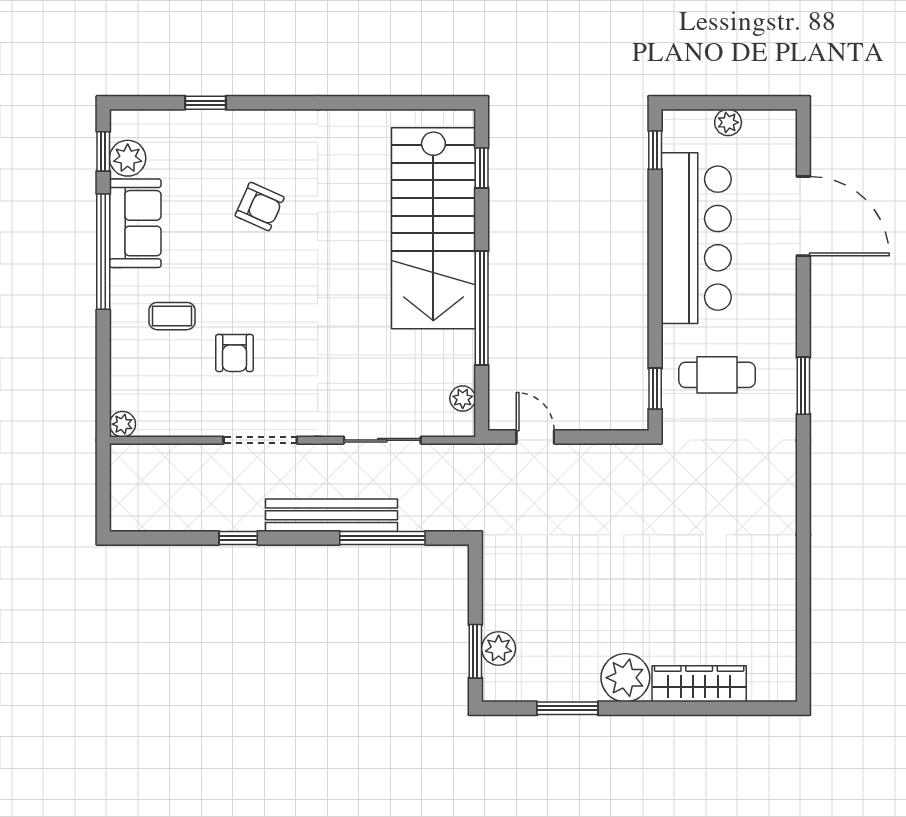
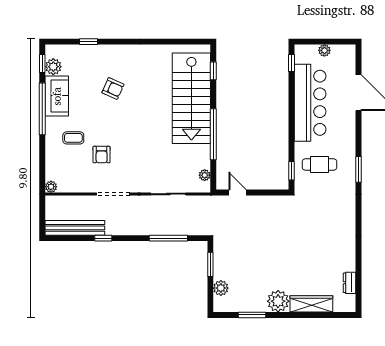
bench: (331, 515) -> (75, 228), moved
dresser: (784, 637) -> (350, 283), added
window: (475, 651) -> (210, 264), moved

